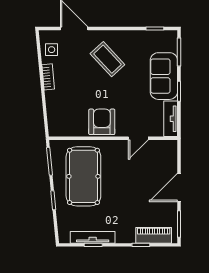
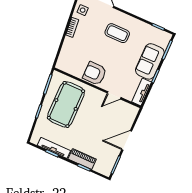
coffee table: (107, 59) -> (117, 33), turned -47
armchair: (102, 122) -> (95, 73), turned -90
piano: (154, 235) -> (82, 159), moved

